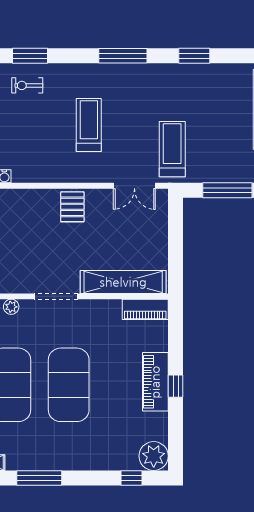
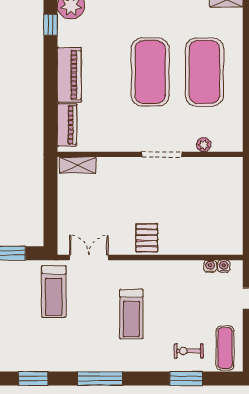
exercise bike: (27, 85) -> (189, 351), turned 180
shelving: (123, 282) -> (78, 165), width x0.45, depth x0.75
piano: (145, 309) -> (67, 125), moved, turned 90
window: (176, 386) -> (51, 25), moved

